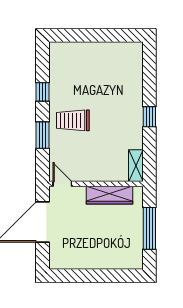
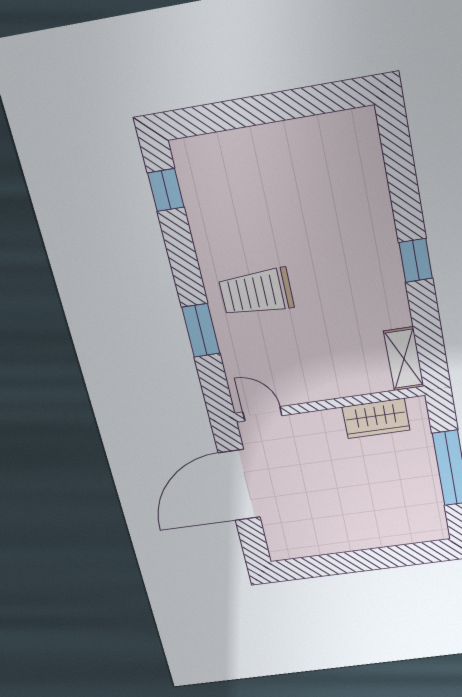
window: (42, 92) -> (166, 190), moved
wardrobe: (109, 195) -> (376, 418), width x0.67

